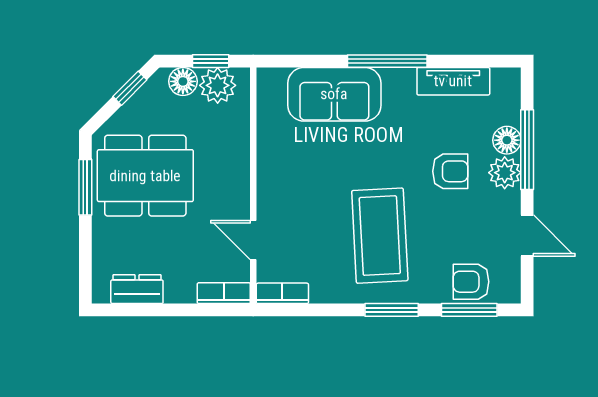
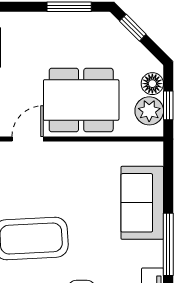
window: (130, 88) -> (133, 28), moved
dining table: (145, 176) -> (81, 100), moved, turned 90

